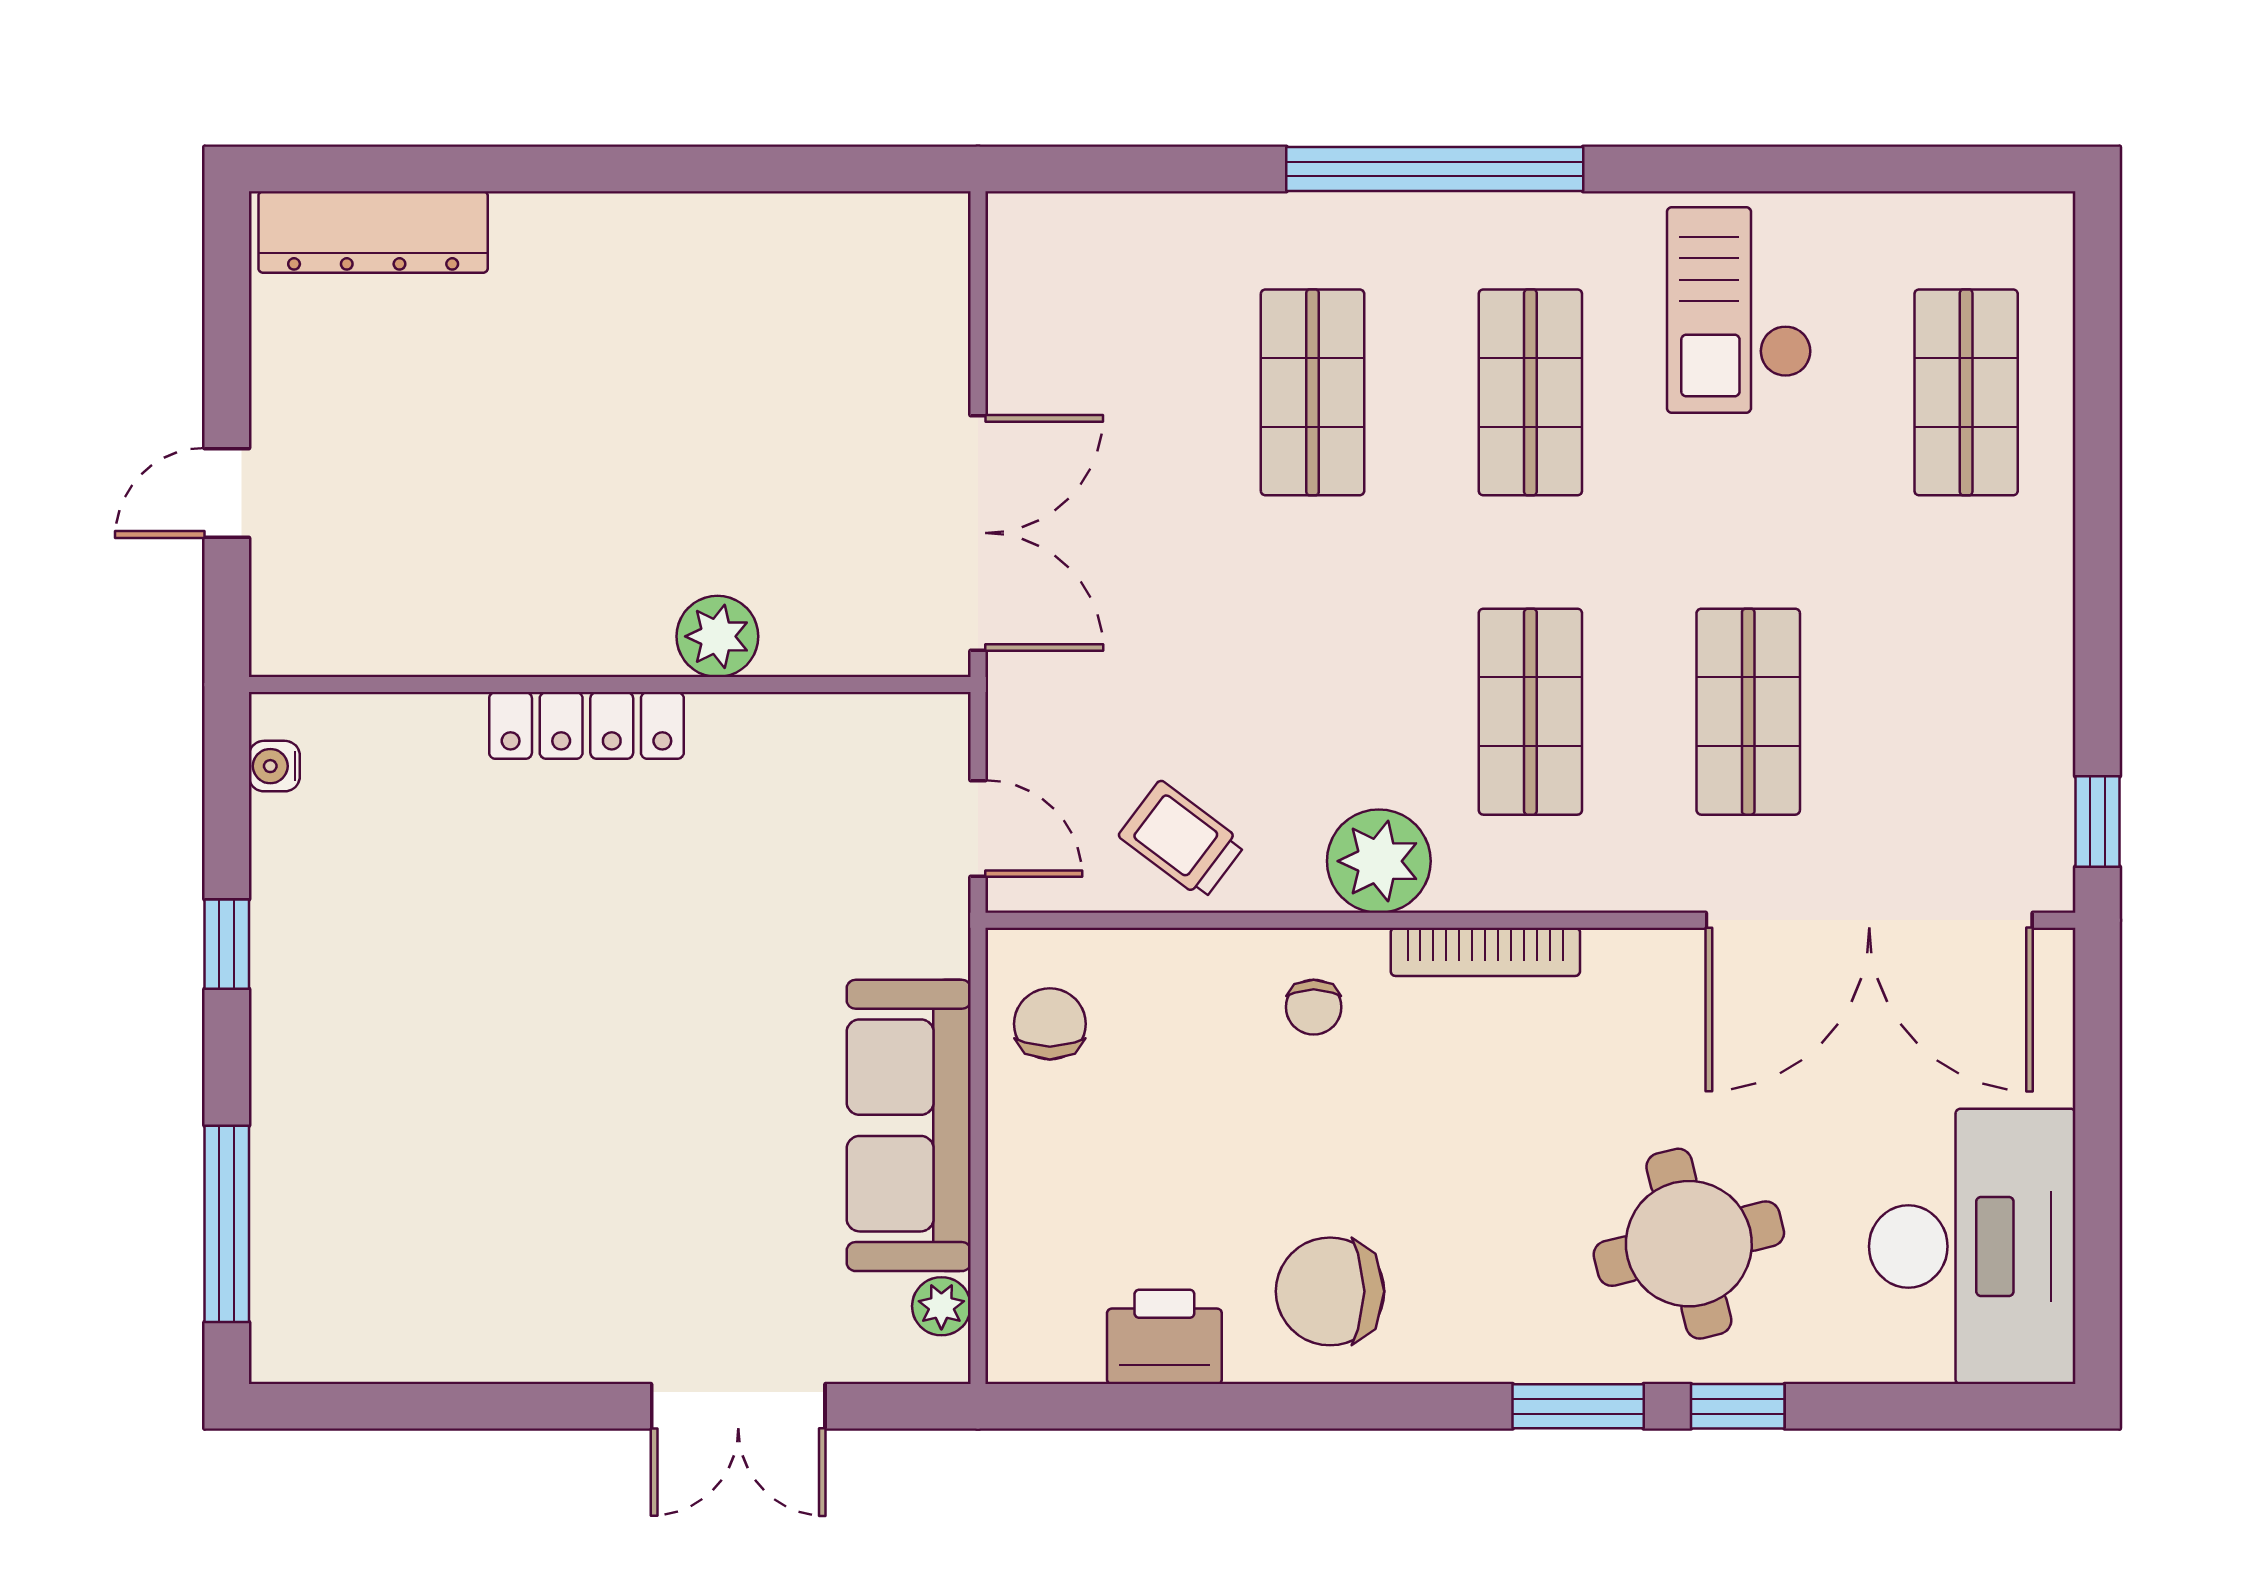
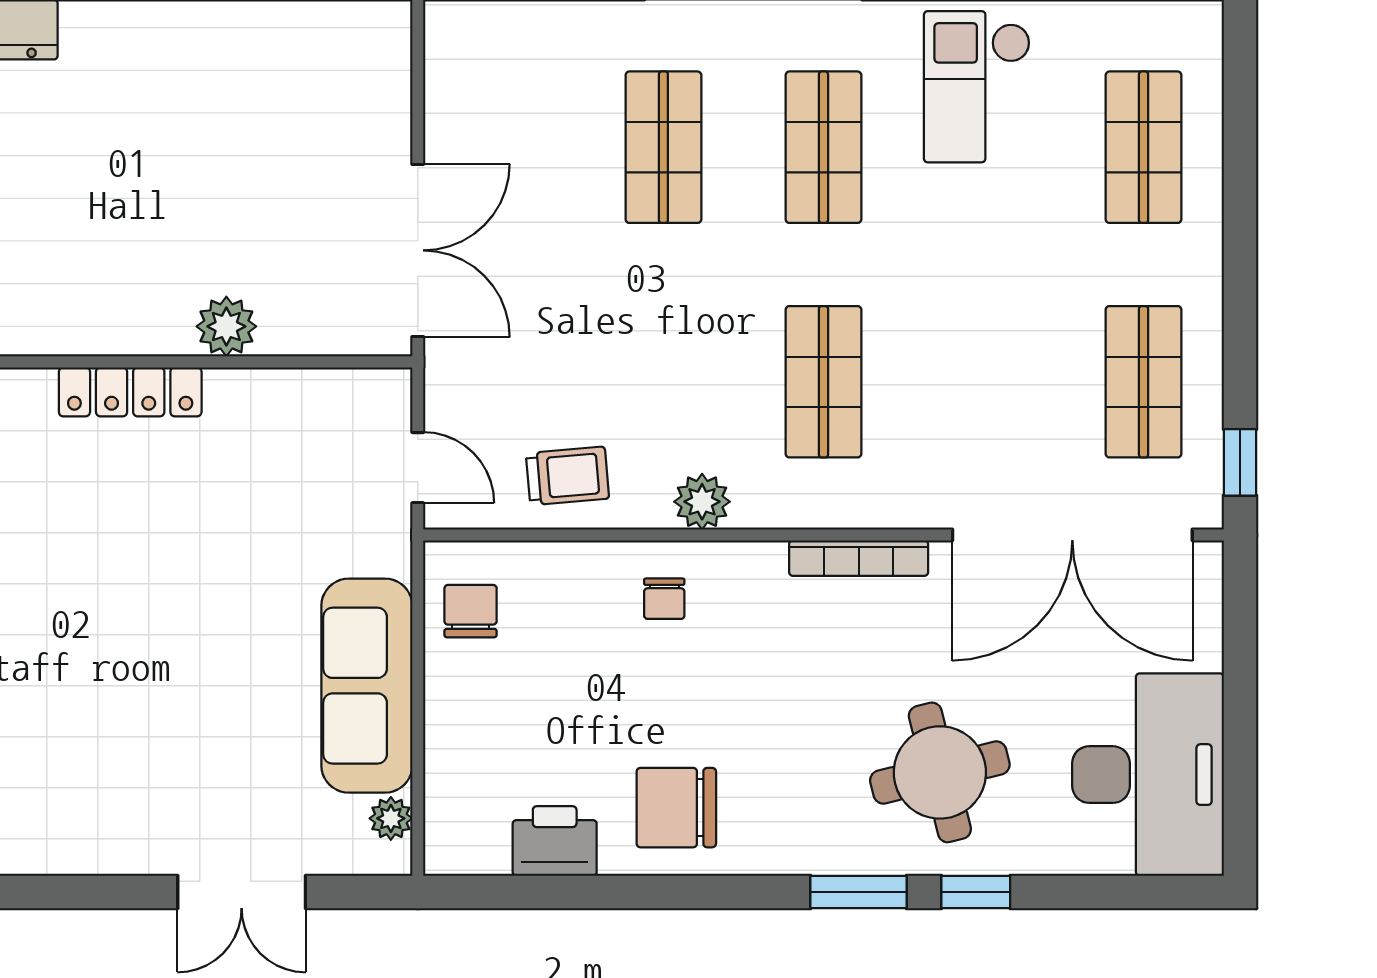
shop shelf: (1748, 712) -> (1144, 382), moved
trolley: (1182, 840) -> (567, 476), turned 138
plant: (1379, 861) -> (702, 502), width x0.73, depth x0.73
bookcase: (1485, 952) -> (859, 558), moved

